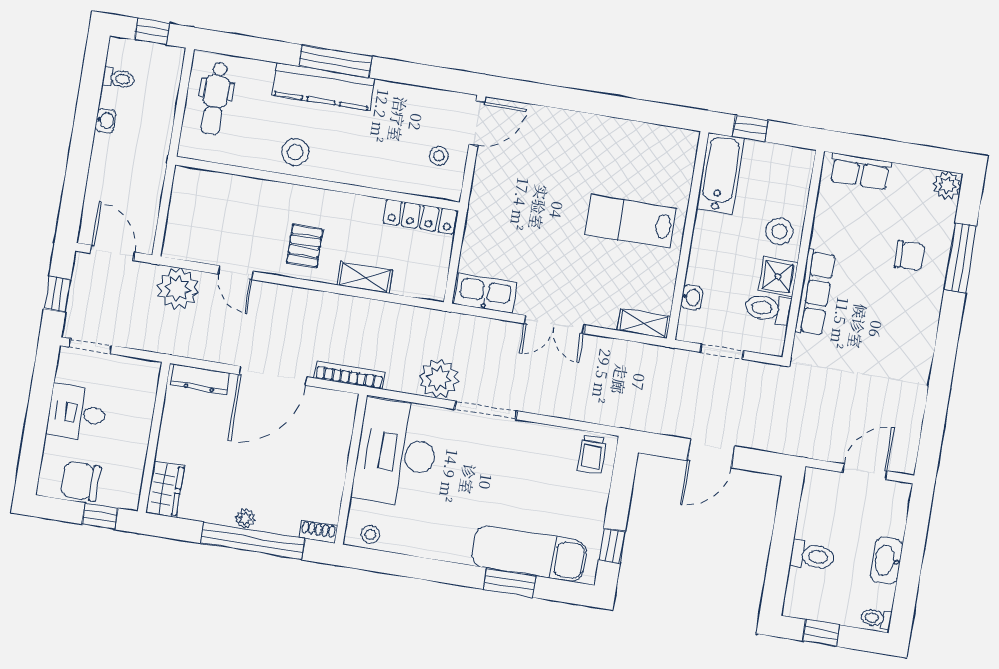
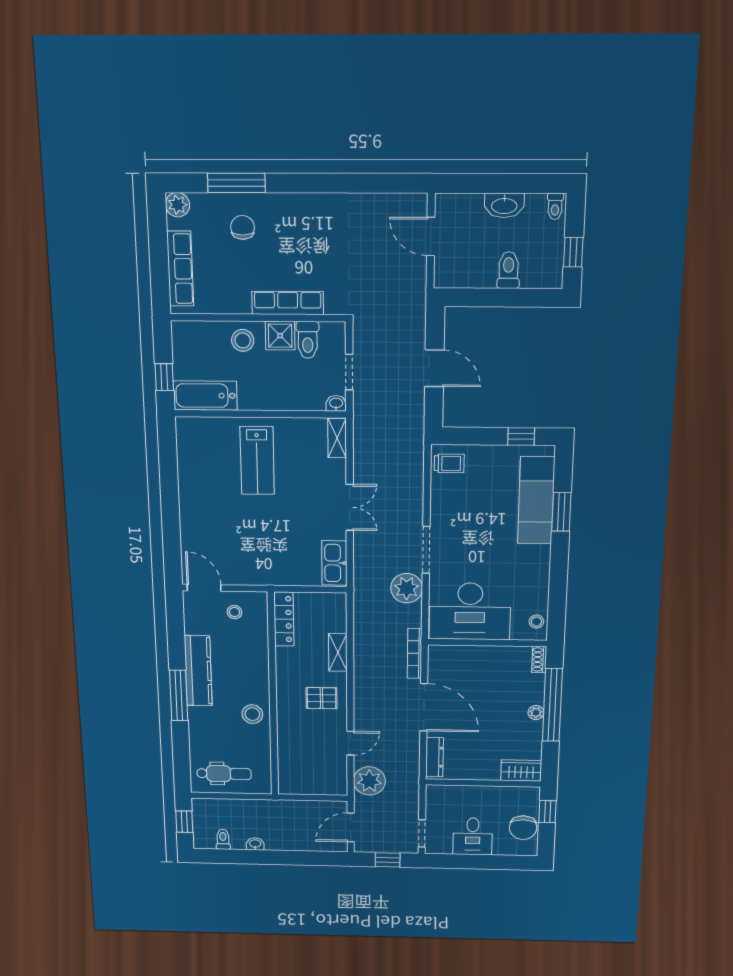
kitchen counter: (323, 87) -> (198, 671), moved
row of seats: (860, 171) -> (180, 269), width x1.48
washbasin: (692, 297) -> (336, 403), moved

